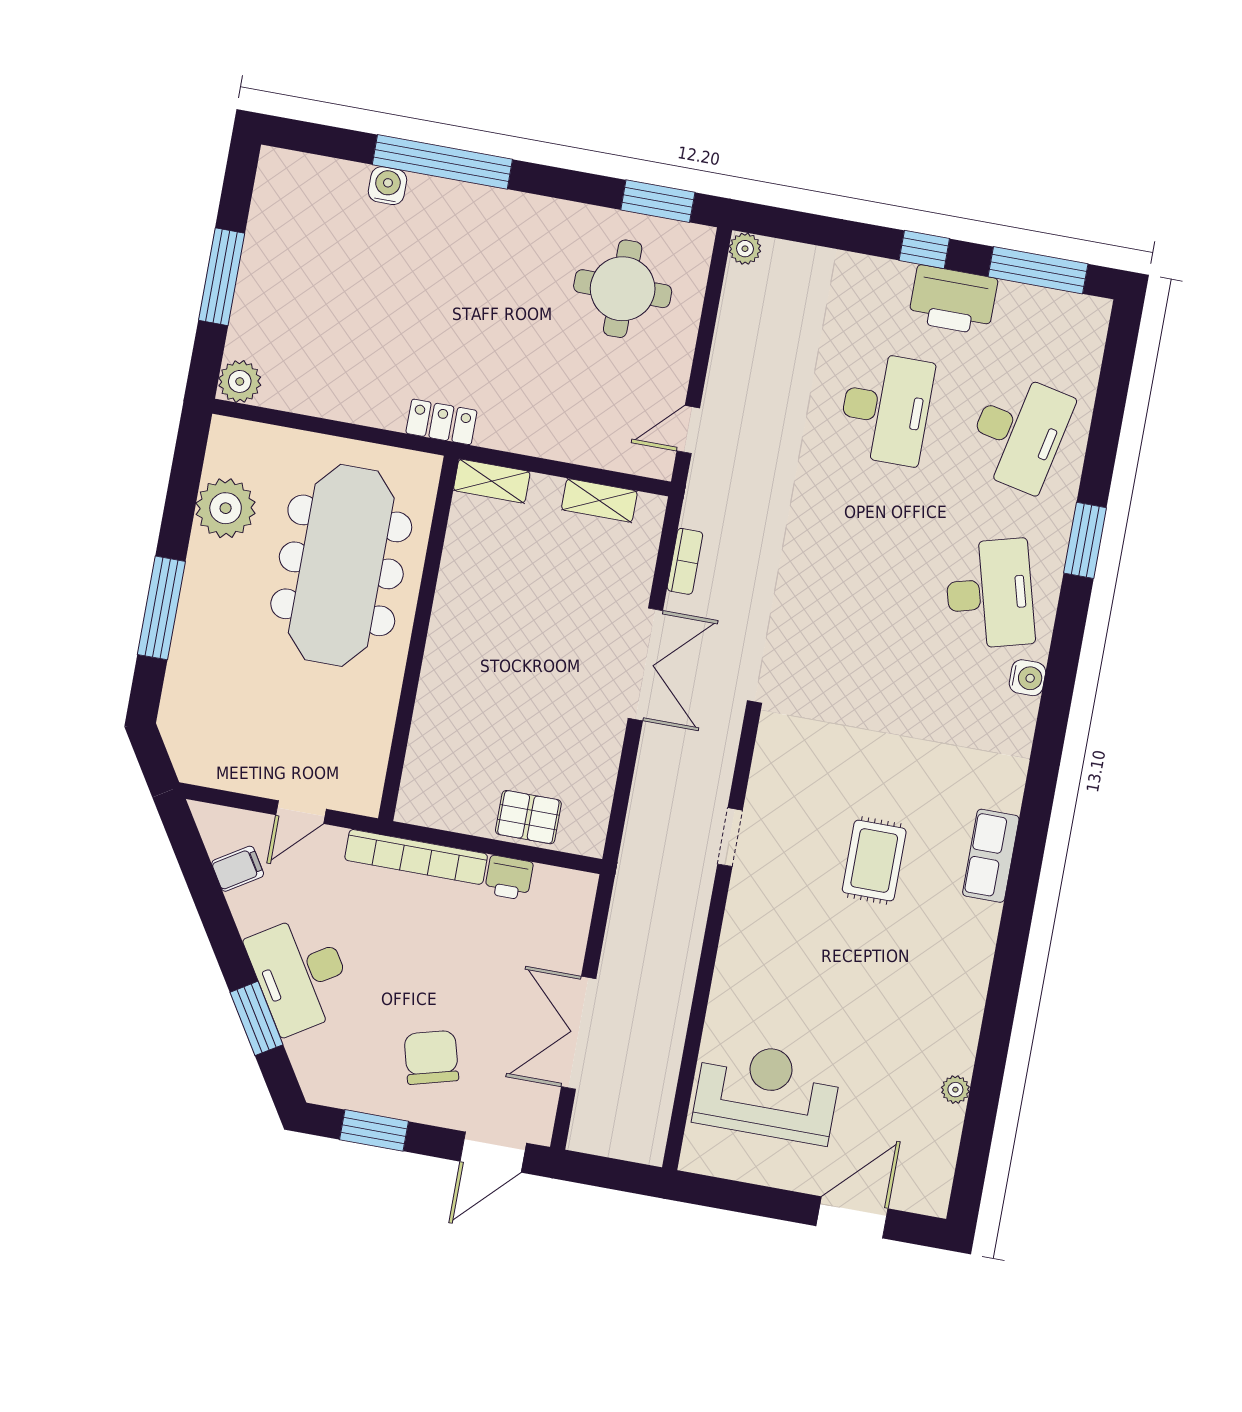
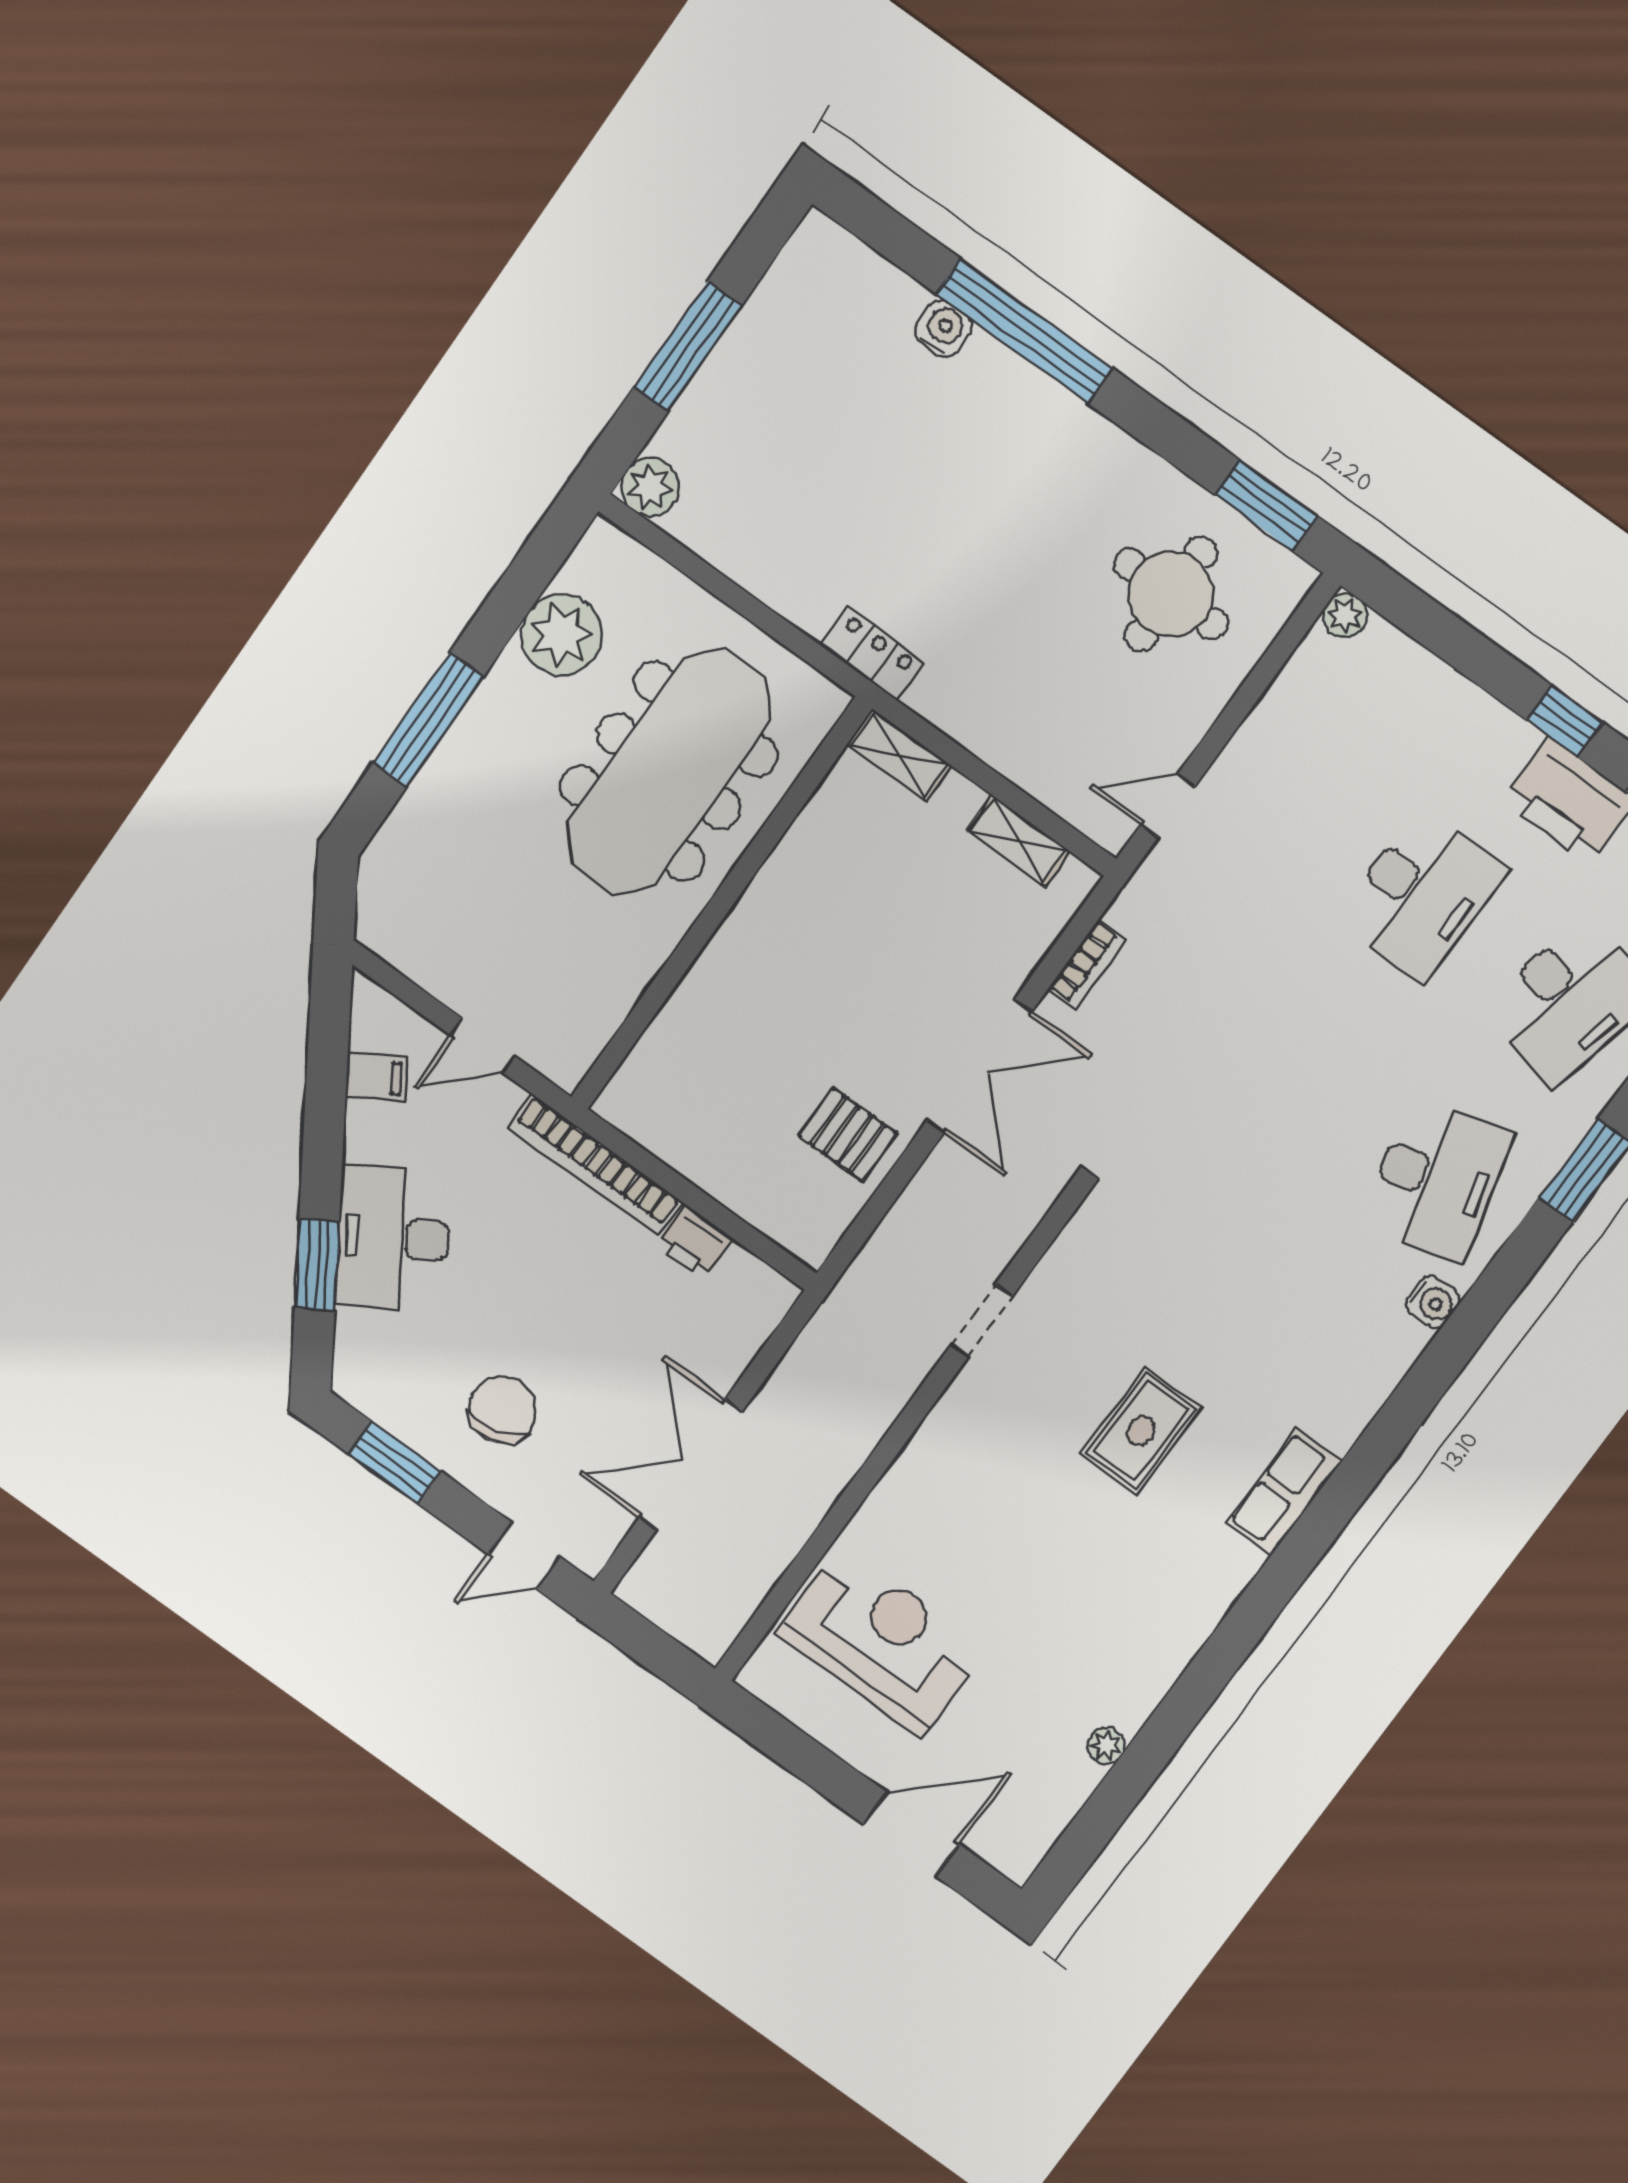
pallet: (528, 817) -> (848, 1134), moved
door: (493, 1152) -> (524, 1555), width x0.73

